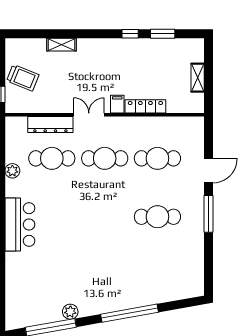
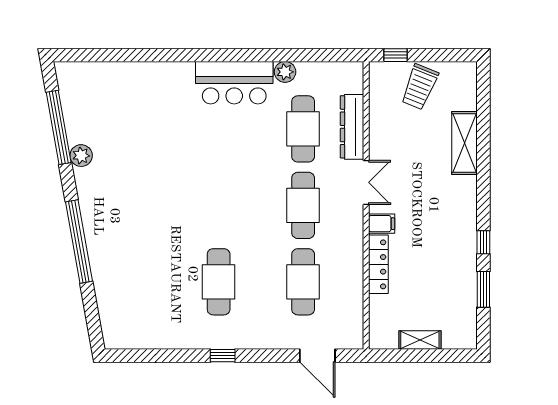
shelving: (62, 45) -> (465, 143), width x1.50, depth x1.33
door: (209, 171) -> (317, 356), moved
window: (209, 214) -> (223, 356), width x0.46
bar counter: (20, 224) -> (234, 83), moved

